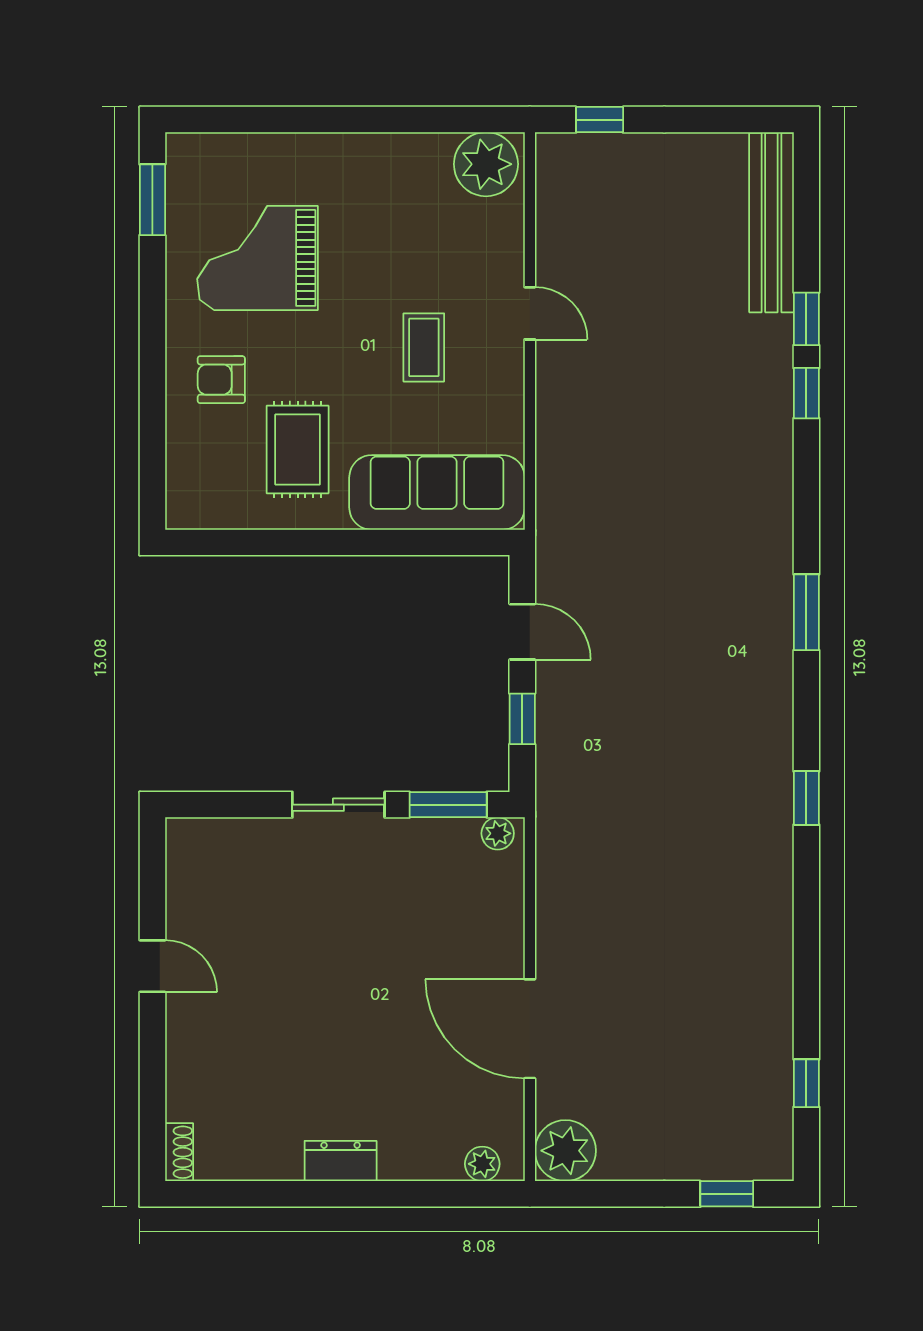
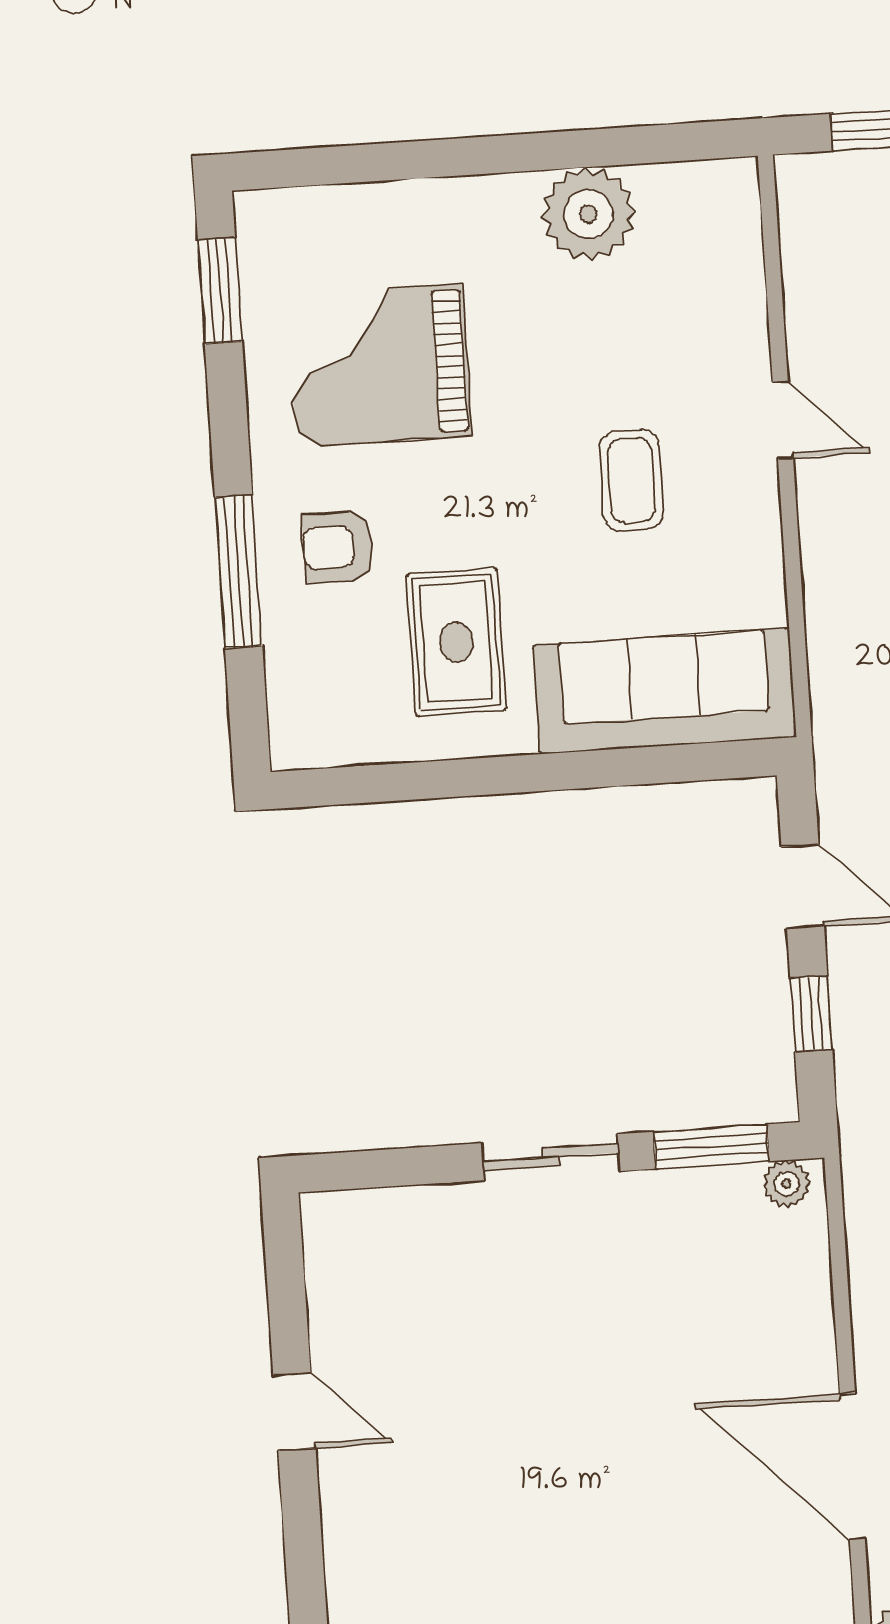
plant: (486, 164) -> (588, 214), moved
window: (152, 392) -> (239, 572), added

